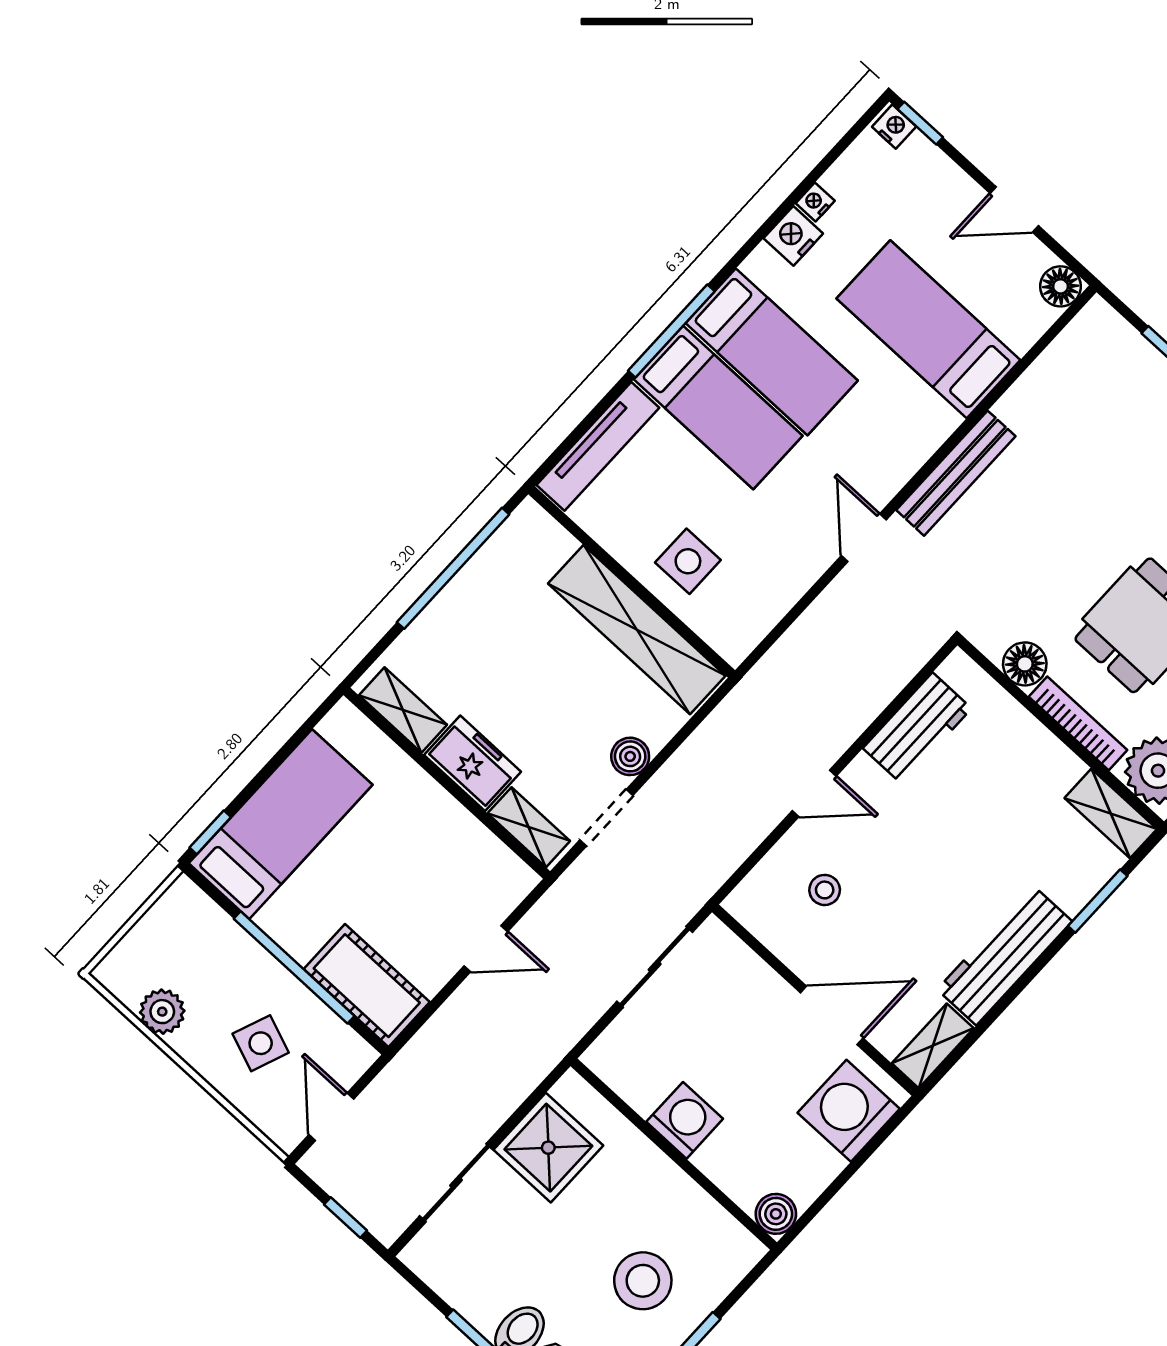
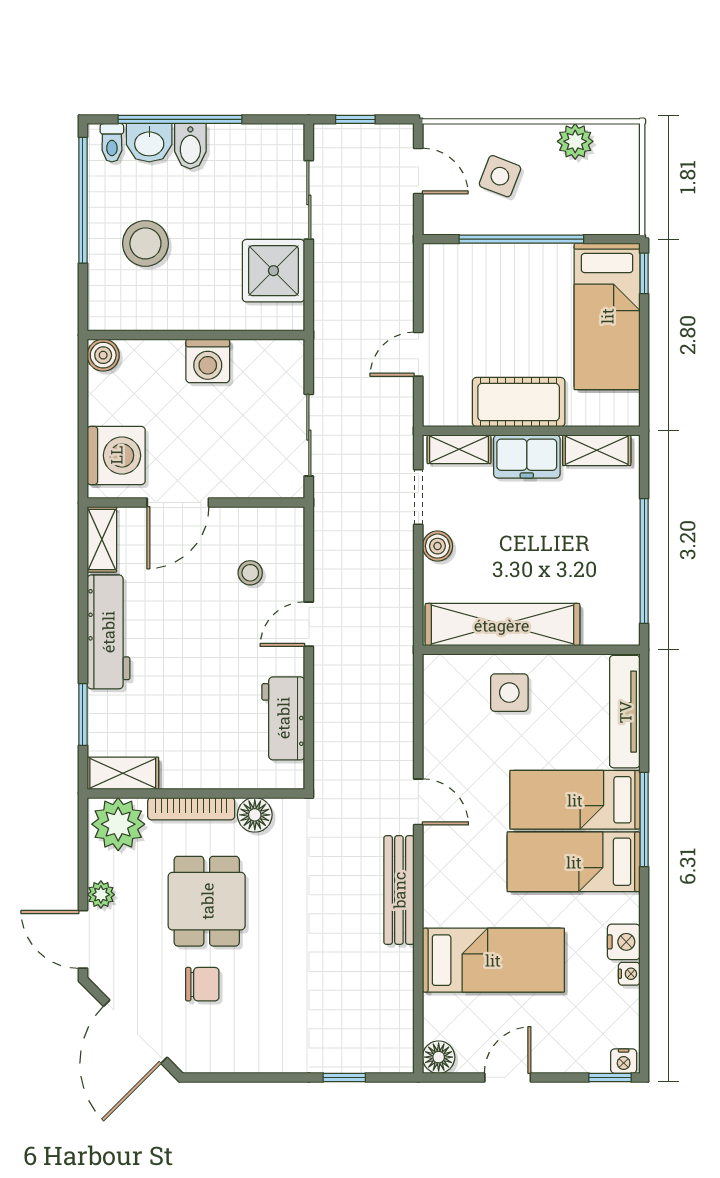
cot: (367, 986) -> (519, 402), moved

